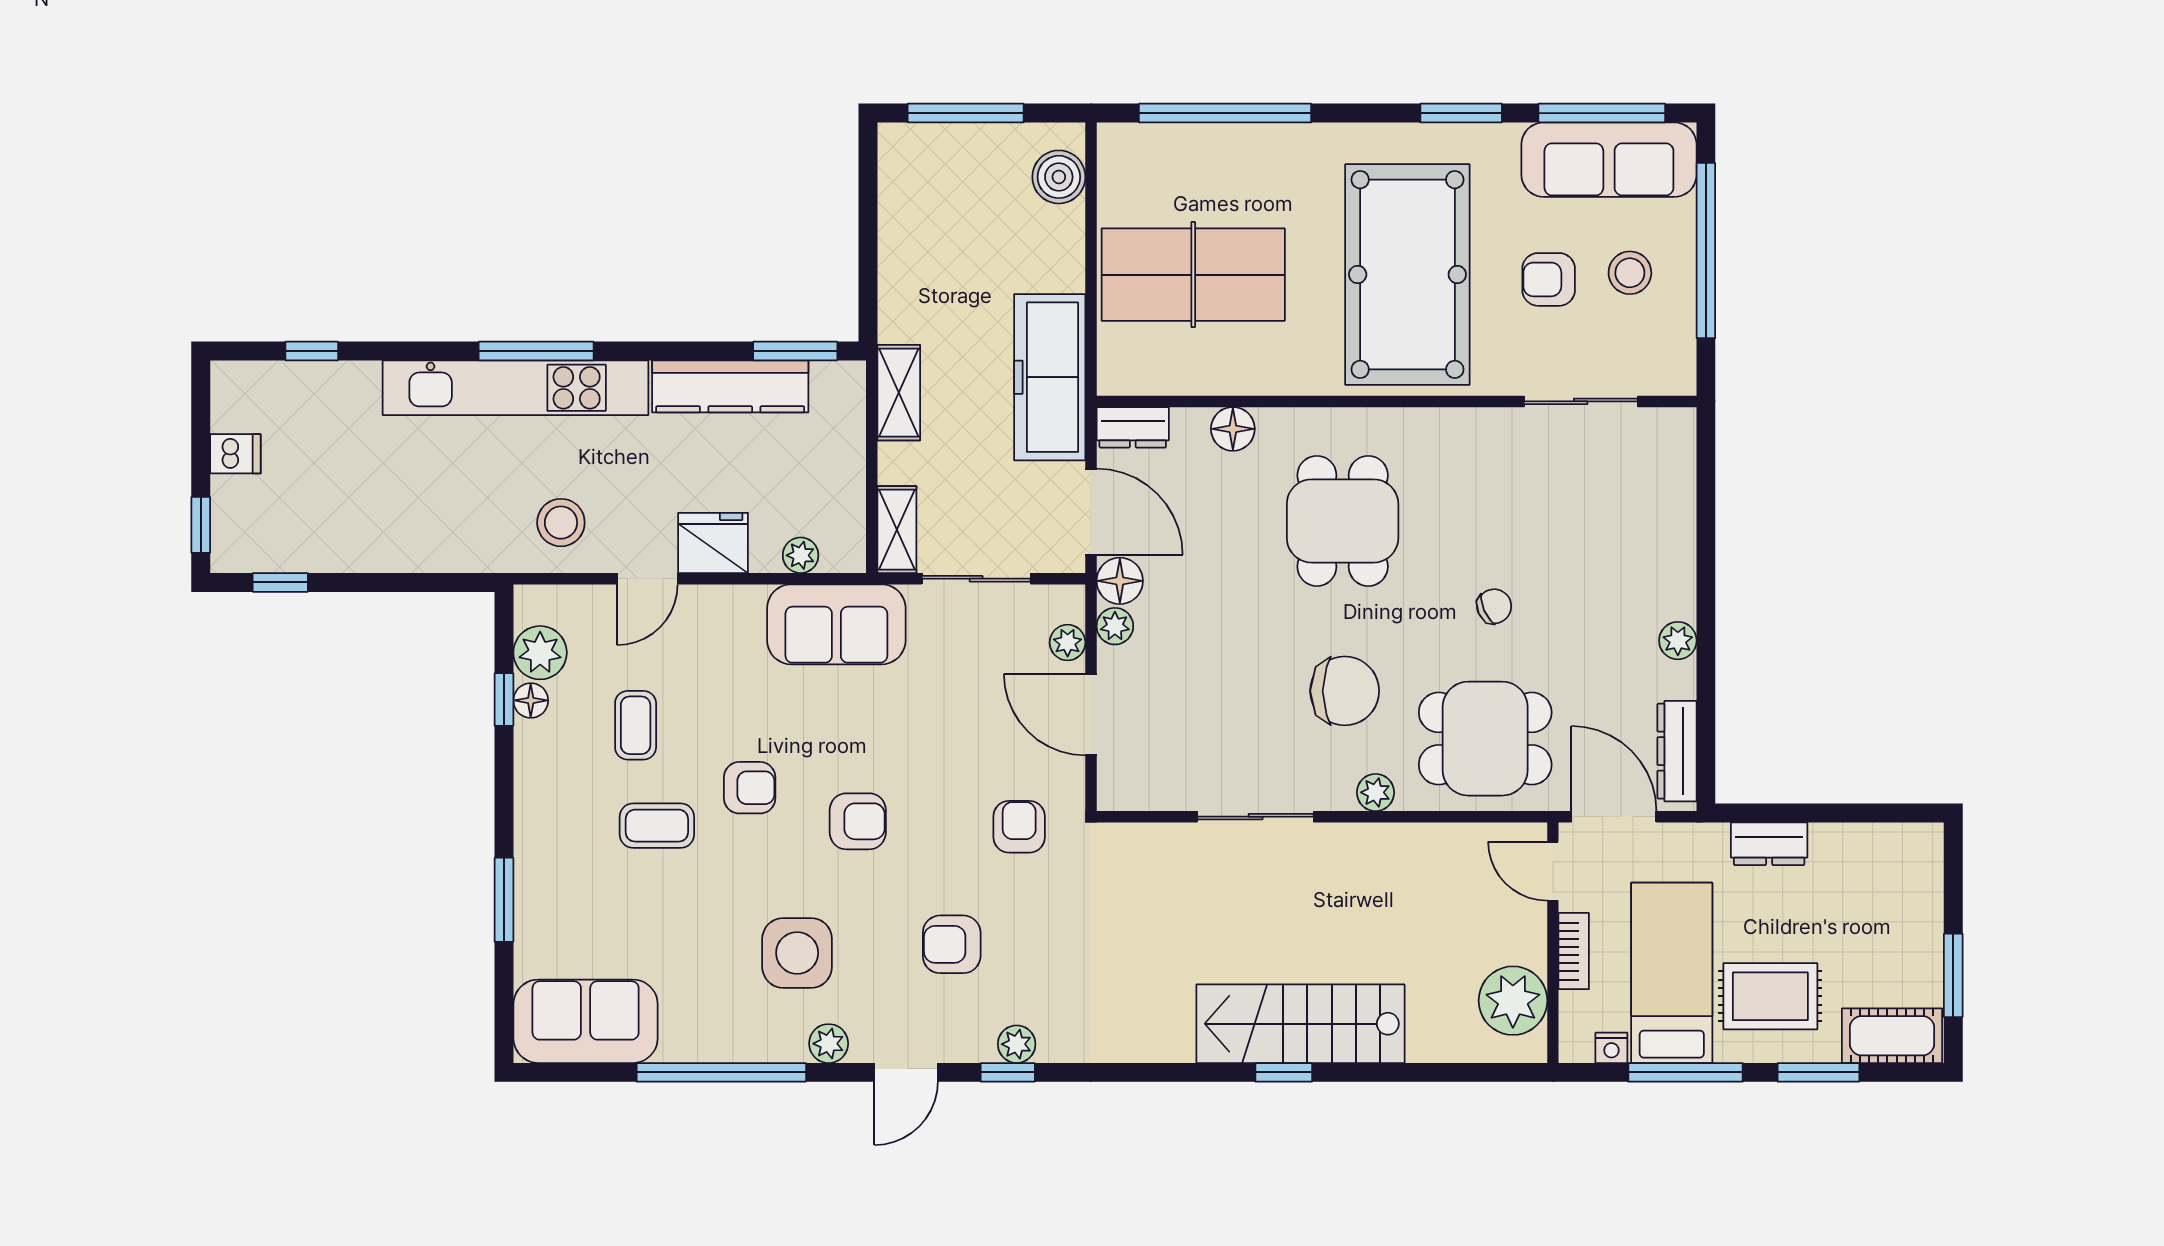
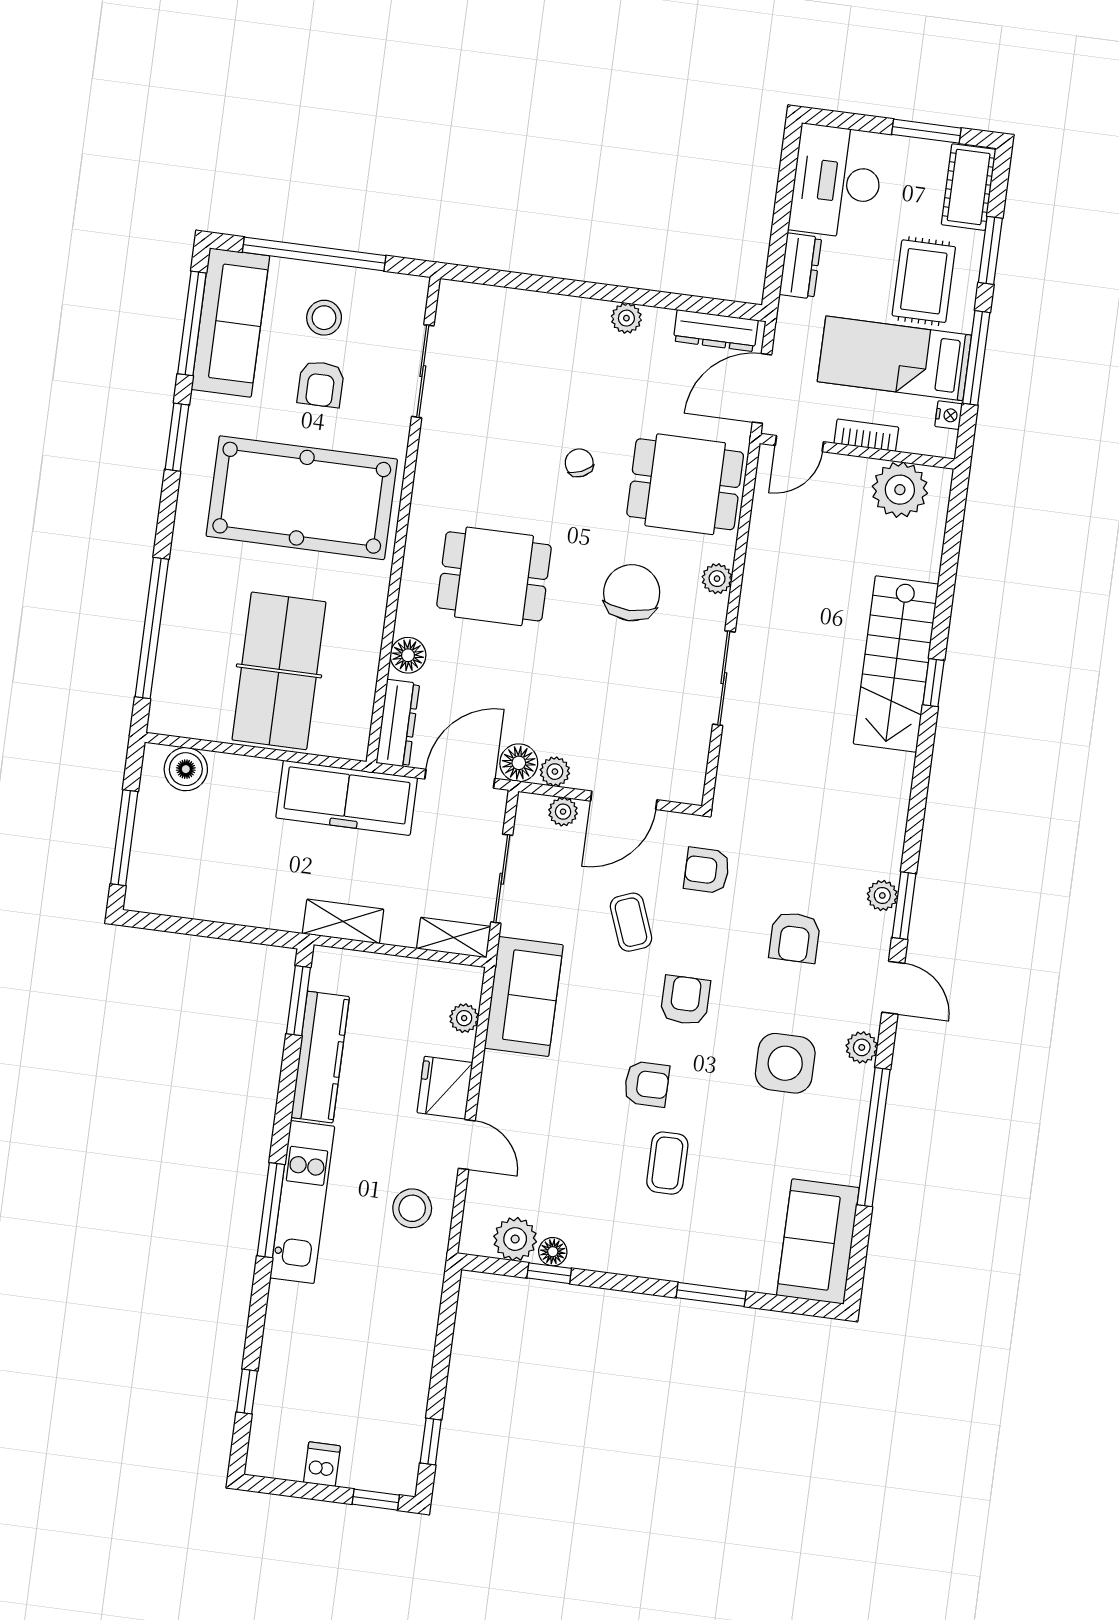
kitchen unit: (516, 388) -> (302, 1202), width x0.73
dresser: (1133, 427) -> (398, 723), width x1.44
coffee table: (636, 725) -> (631, 922), moved, turned 69
dining table: (1485, 739) -> (685, 484), turned 90
armchair: (750, 788) -> (647, 1084), turned 90
desk: (1877, 874) -> (837, 182), added
window: (1008, 1072) -> (904, 906), width x1.50

